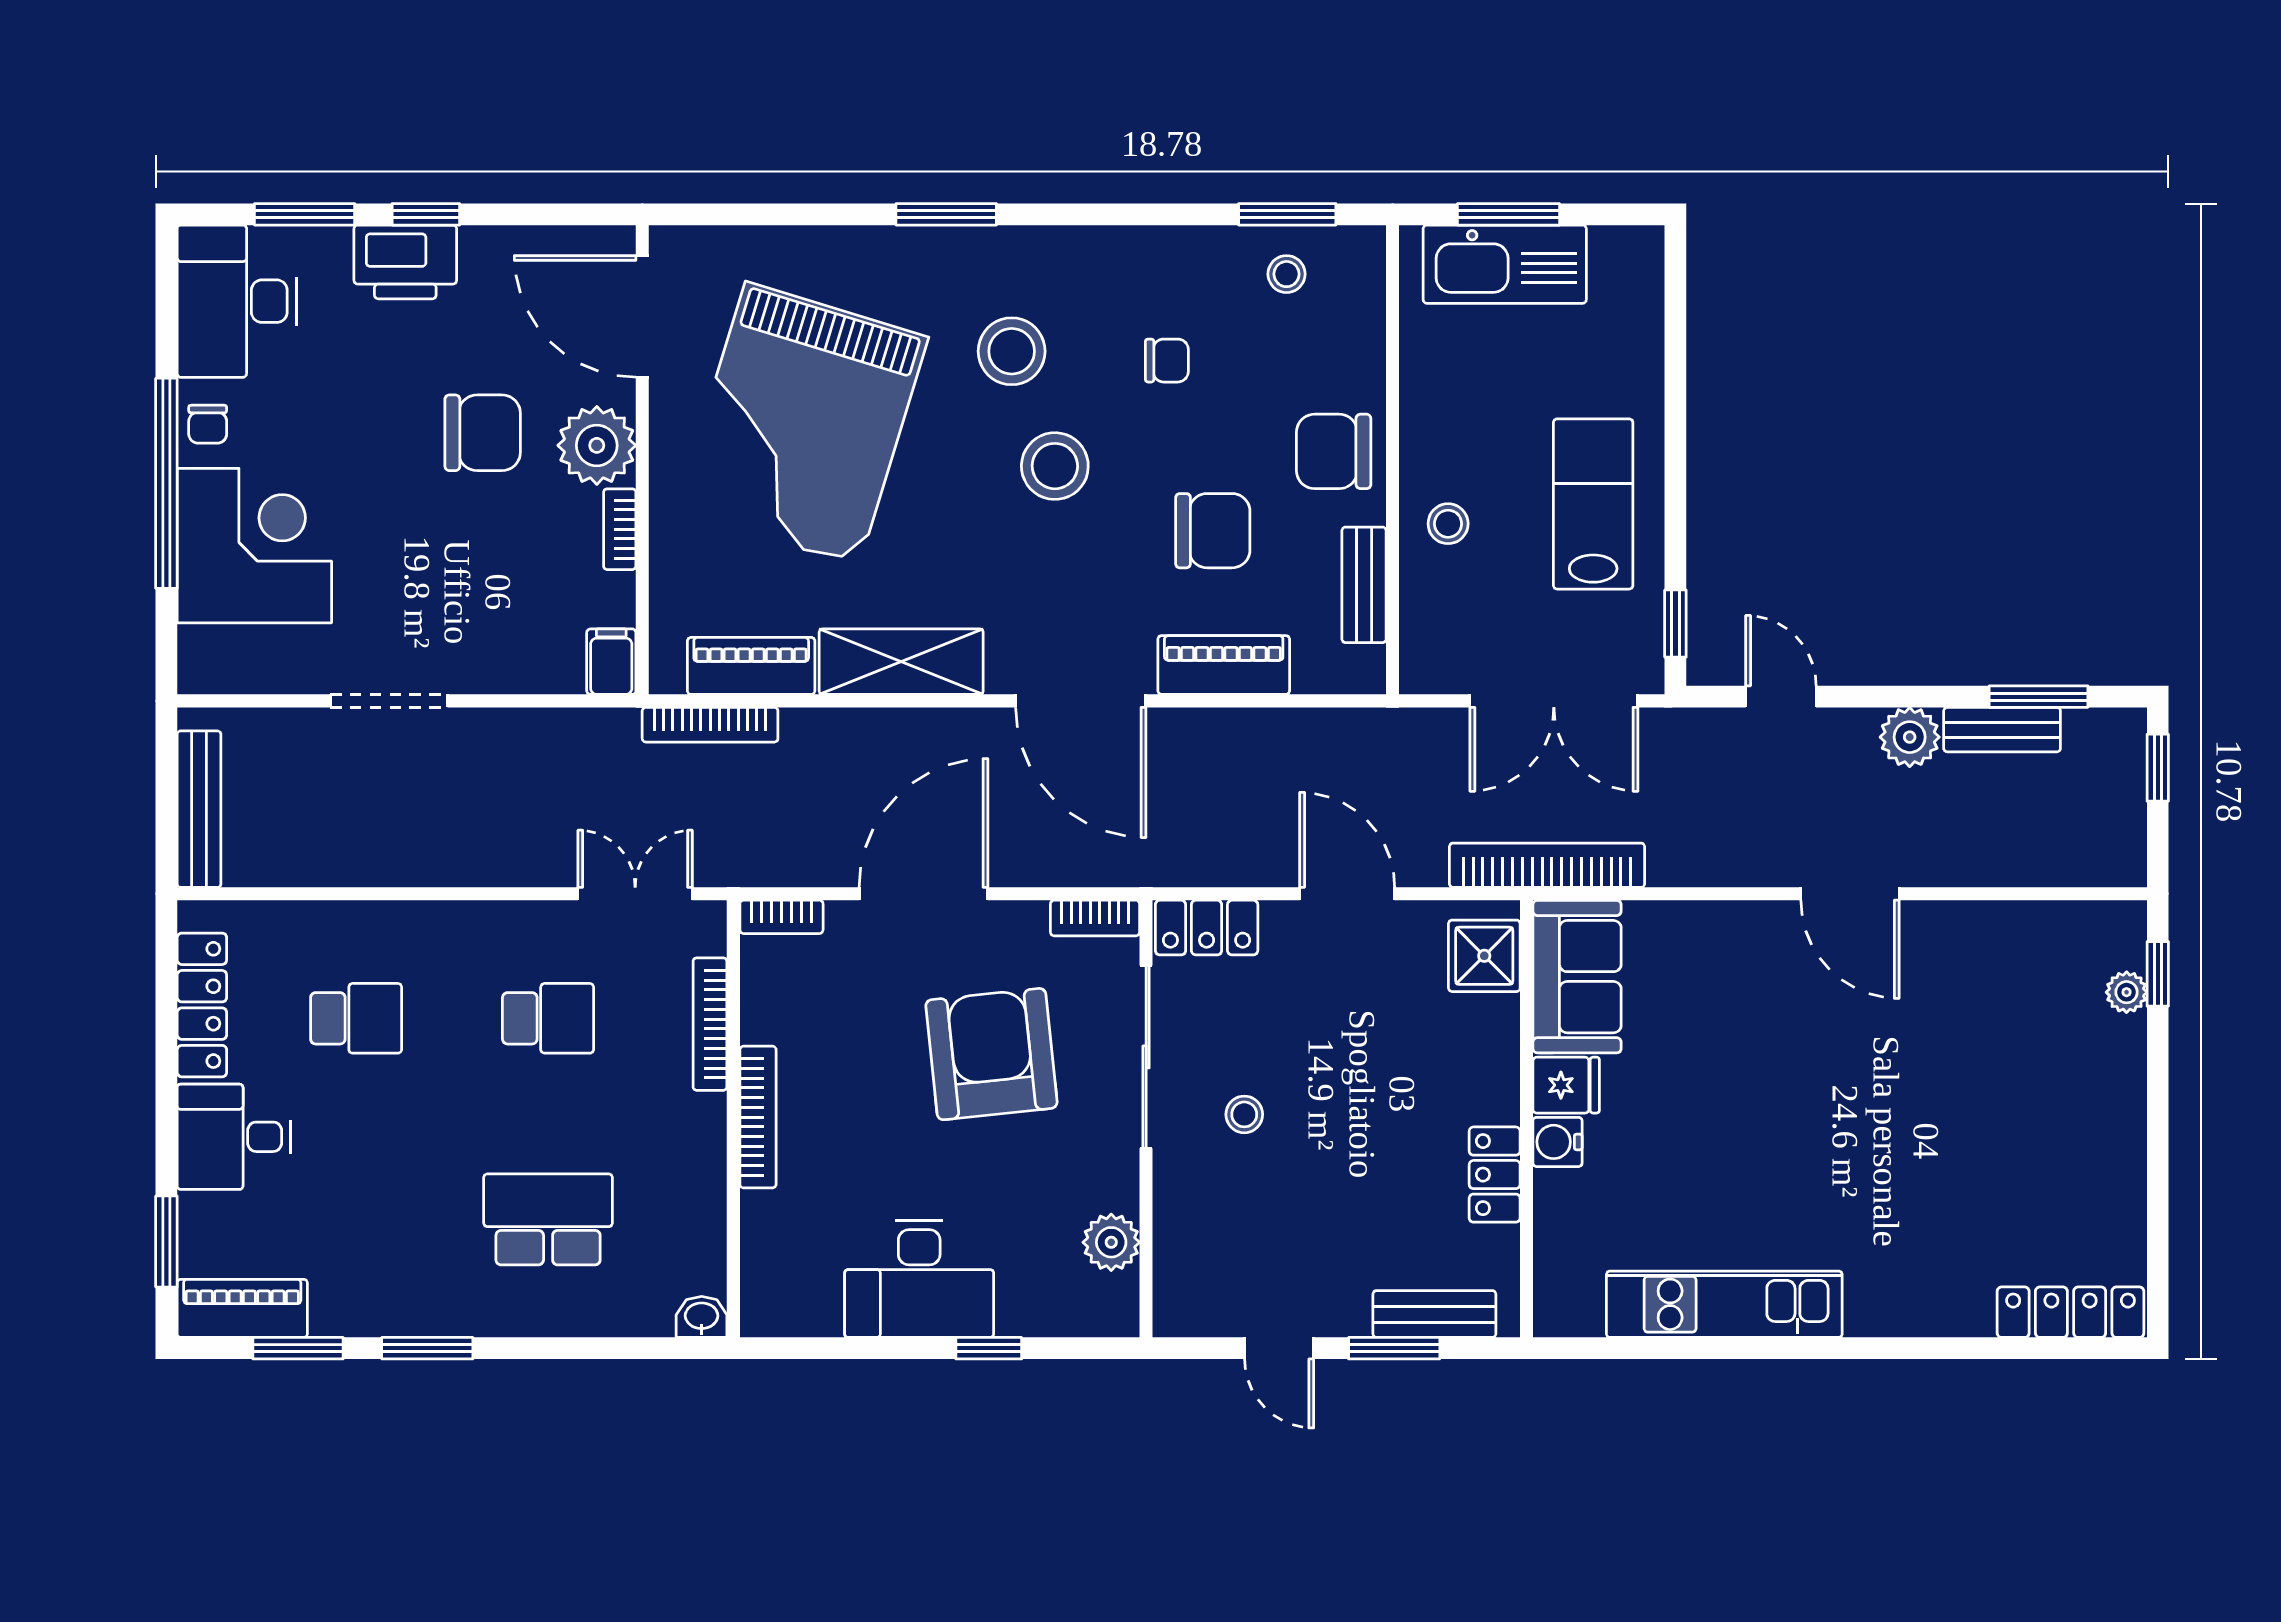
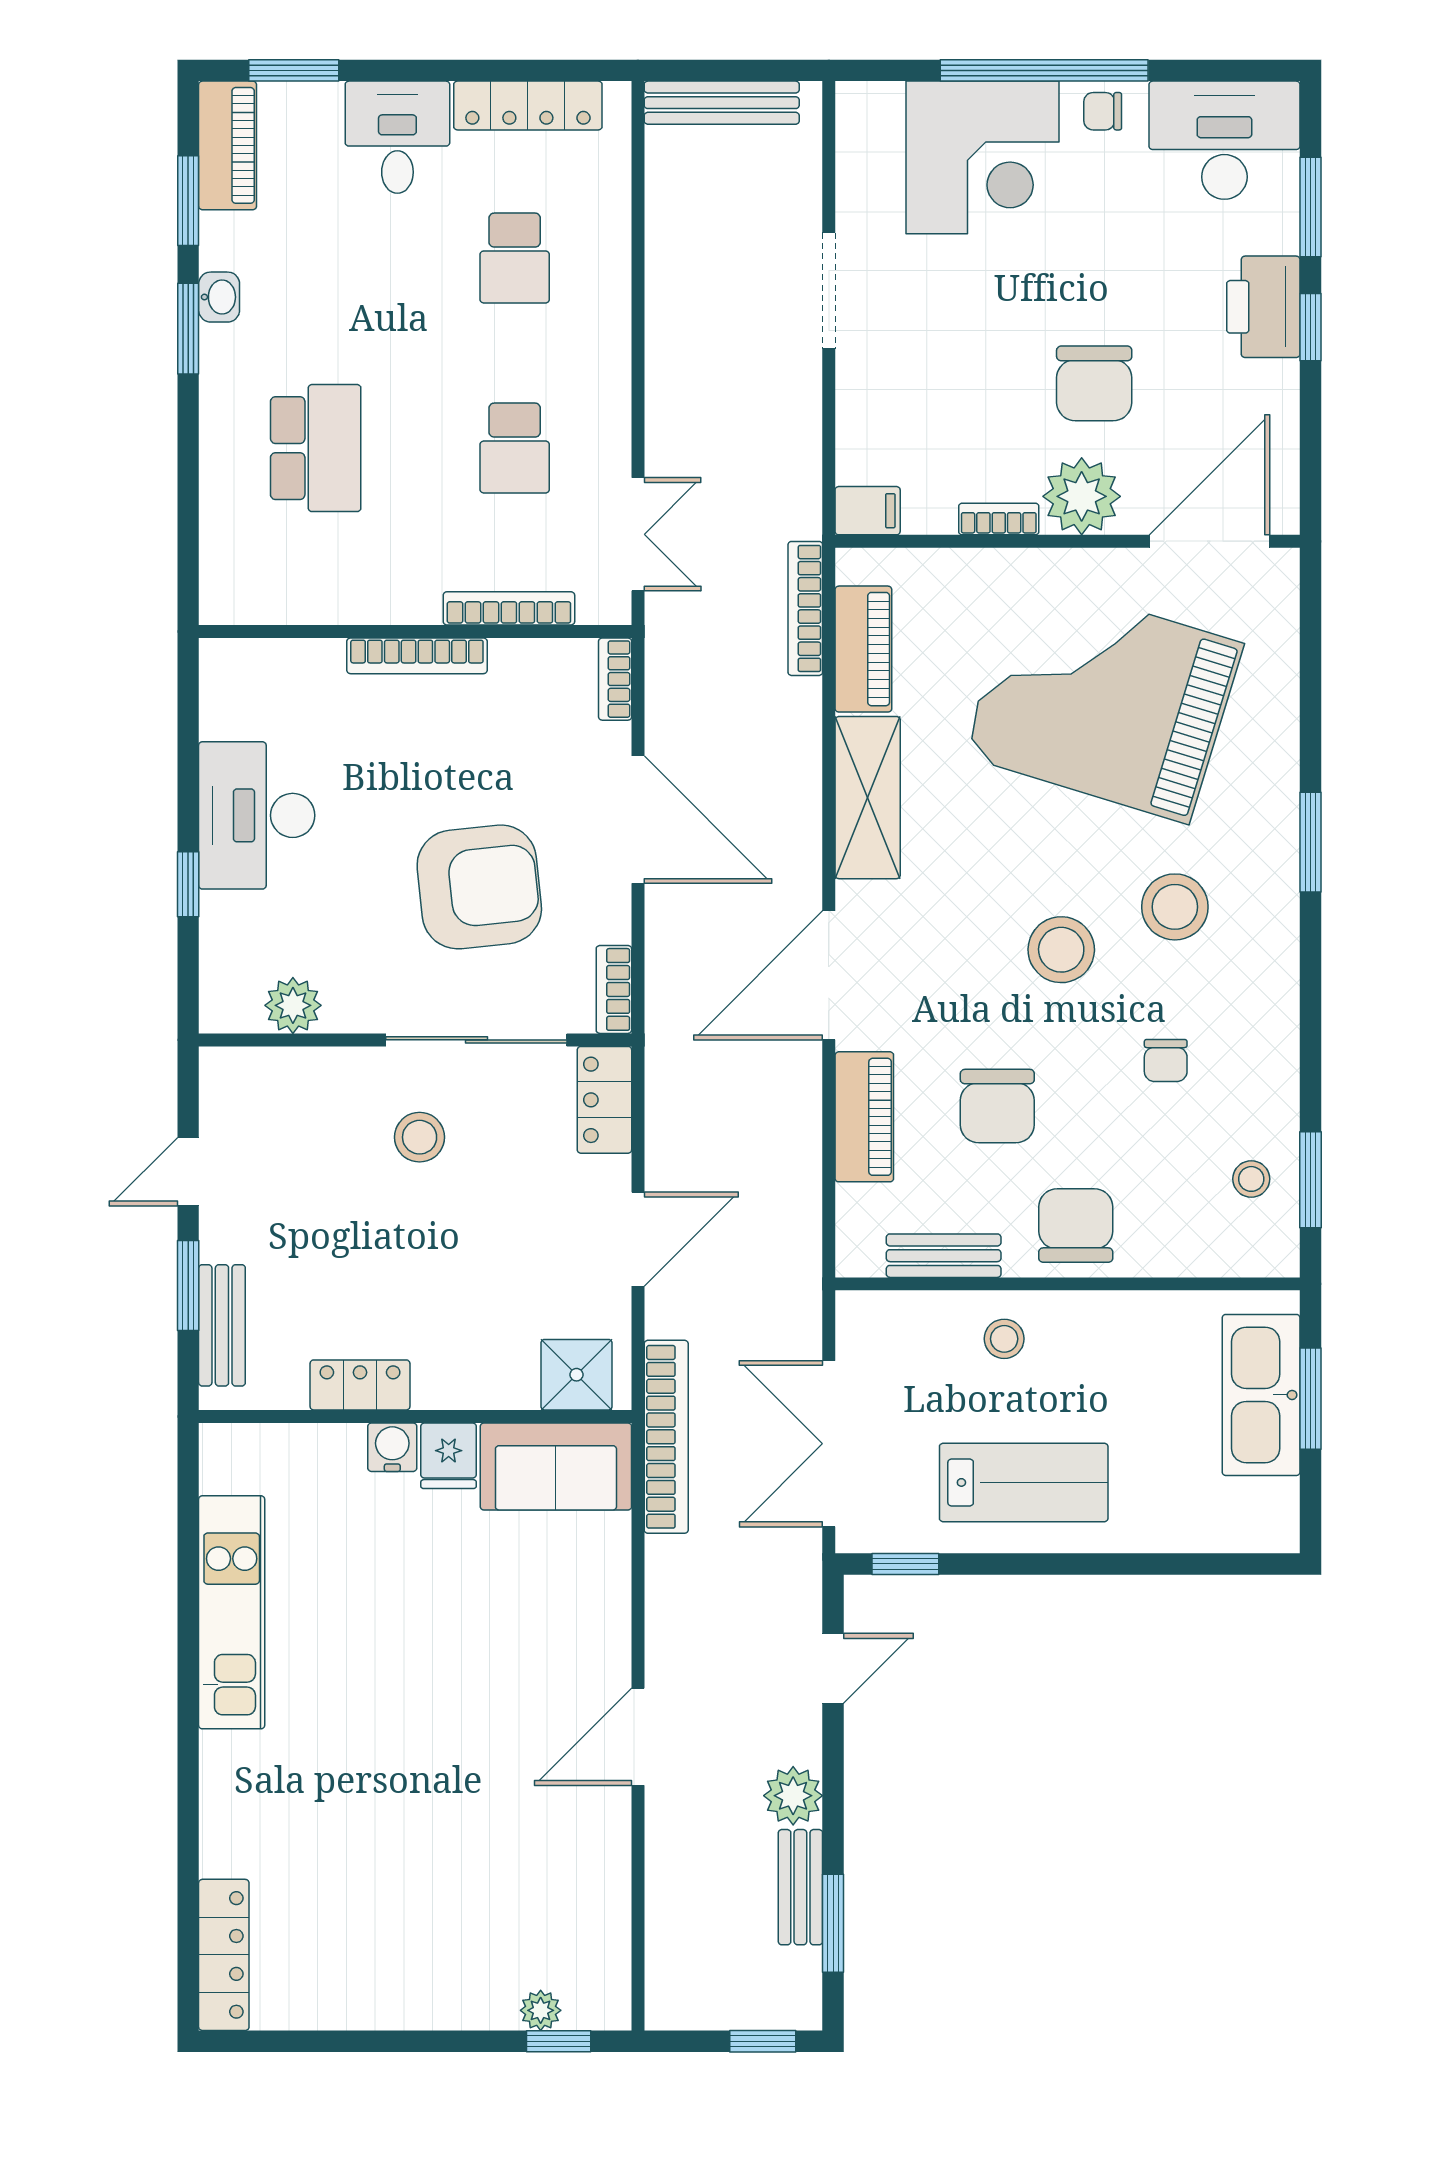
stool: (1244, 1114) -> (420, 1137), width x1.37, depth x1.37
washbasin: (702, 1317) -> (219, 297), moved

